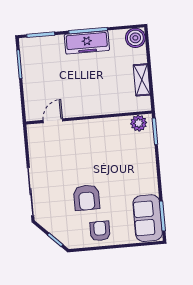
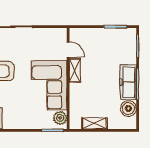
boiler: (135, 38) -> (128, 109), moved
shelving: (78, 110) -> (75, 70), added
corner sofa: (99, 140) -> (49, 85), added

